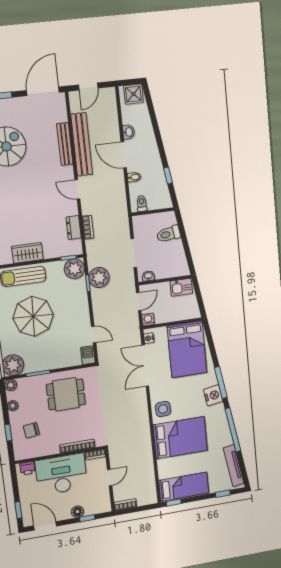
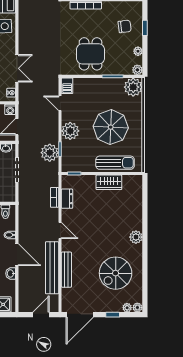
plant: (74, 269) -> (70, 131), moved
double door: (145, 366) -> (17, 68), width x0.73
dining table: (66, 394) -> (91, 54), turned 90

